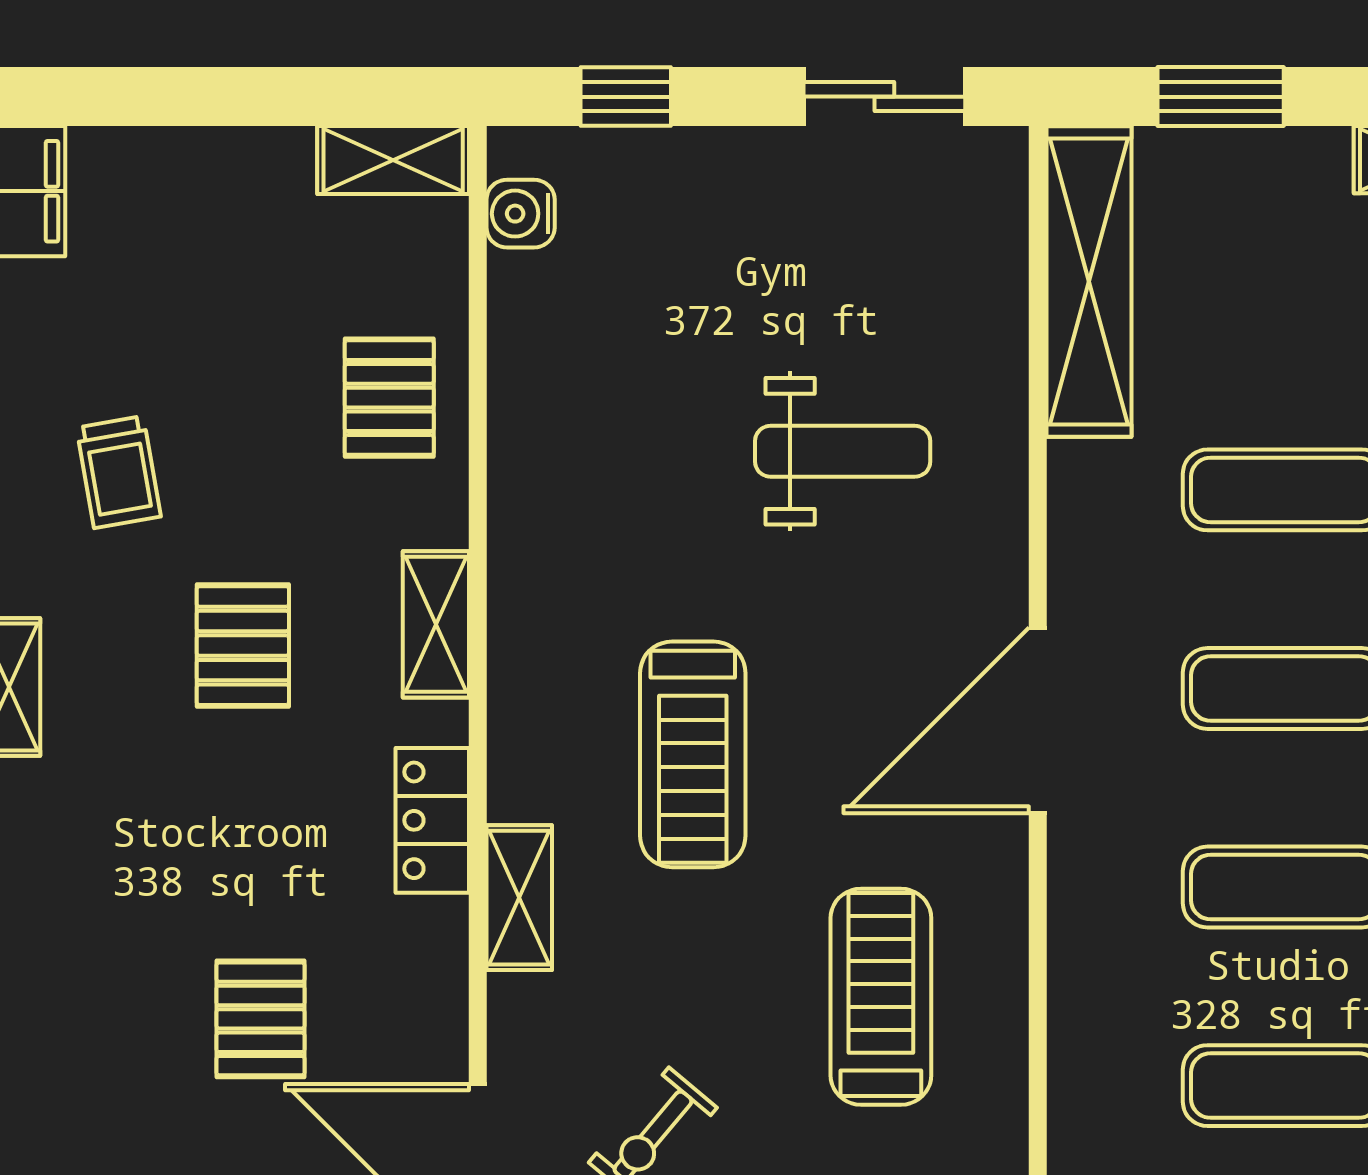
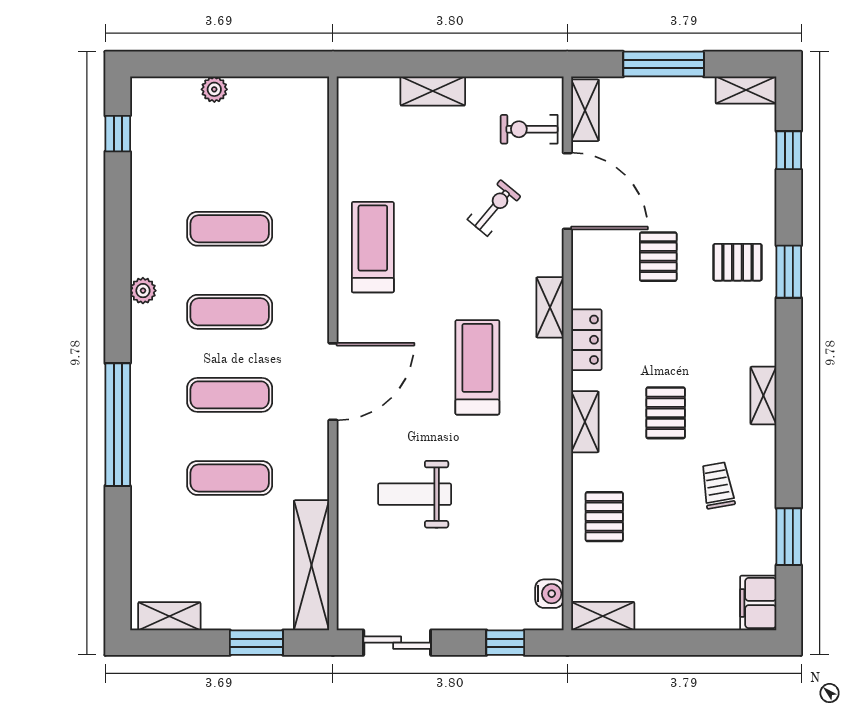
treadmill: (881, 997) -> (373, 247), moved, turned 180
pallet: (71, 1005) -> (737, 262), added

